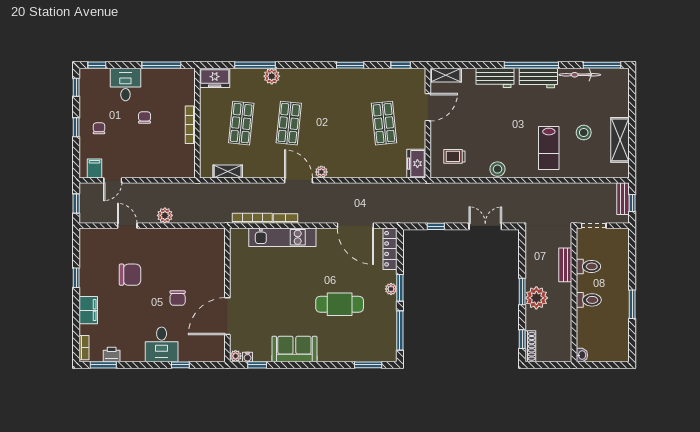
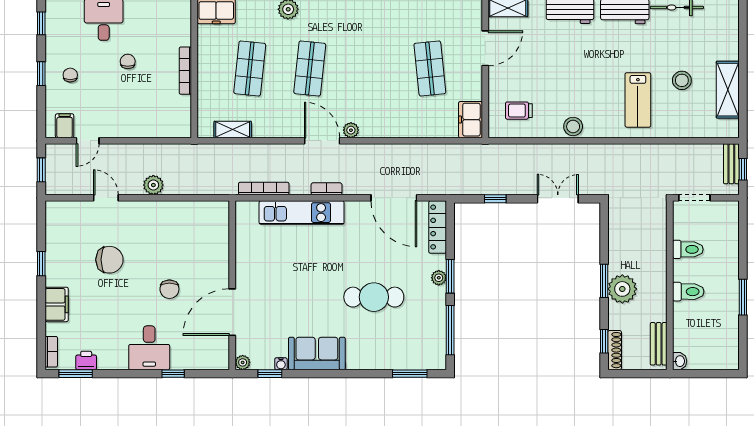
bookcase: (286, 218) -> (327, 189), moved
bench: (565, 265) -> (659, 344), moved
water cooler: (248, 357) -> (281, 364), moved

